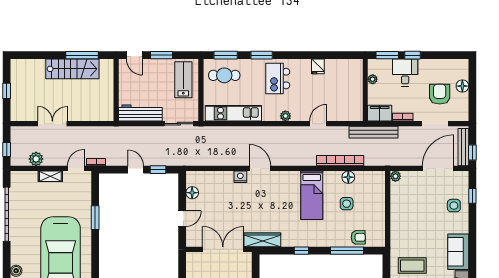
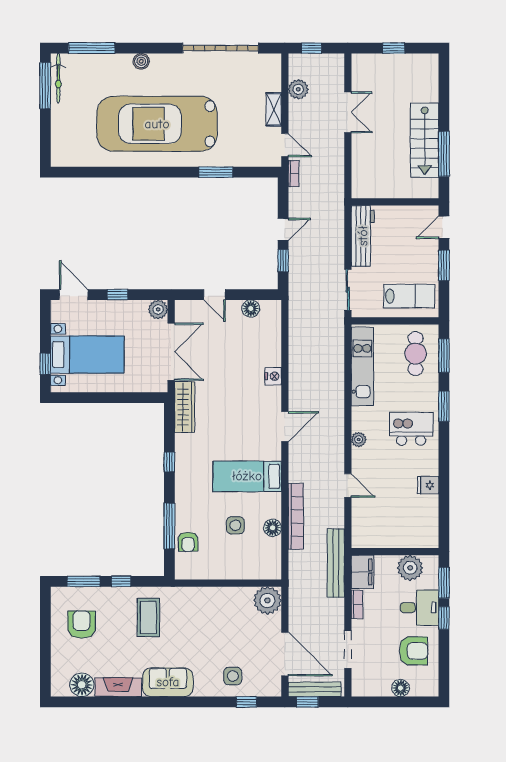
plant: (373, 79) -> (410, 568), width x1.87, depth x1.87
armchair: (440, 94) -> (413, 651), moved
door: (260, 168) -> (285, 427), moved
plant: (395, 176) -> (267, 600), width x1.88, depth x1.88
plant: (193, 259) -> (158, 309), added

